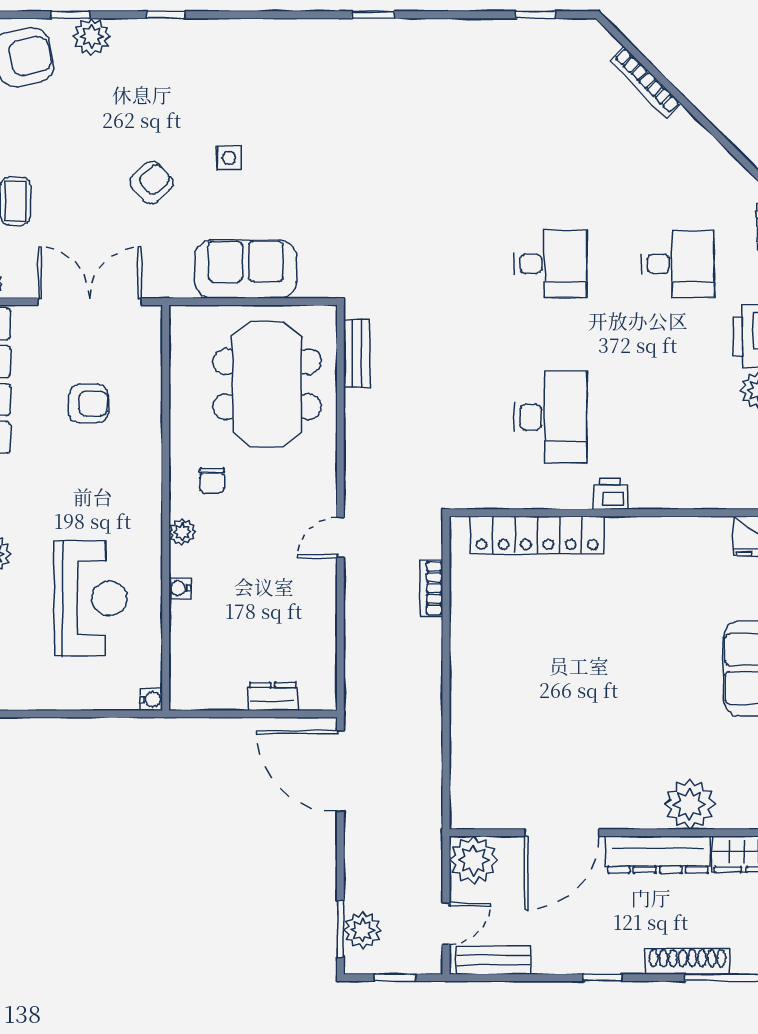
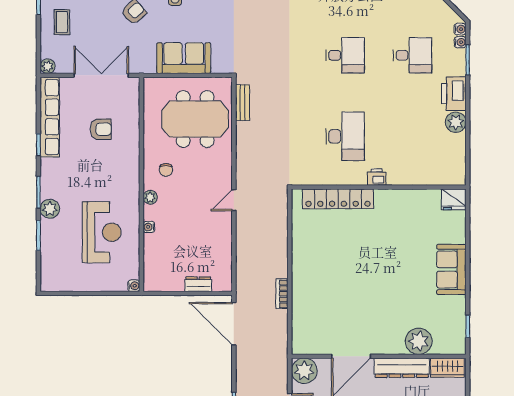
meeting table: (267, 384) -> (195, 119), turned 90
bookcase: (431, 588) -> (282, 294), moved

